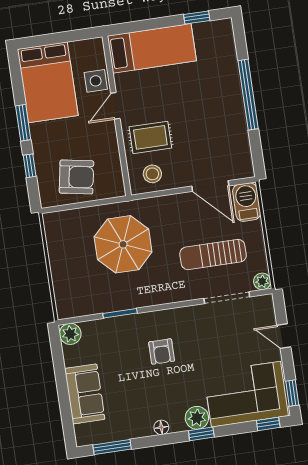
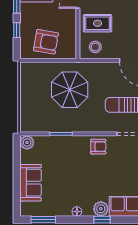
armchair: (162, 352) -> (98, 147), moved, turned -90

